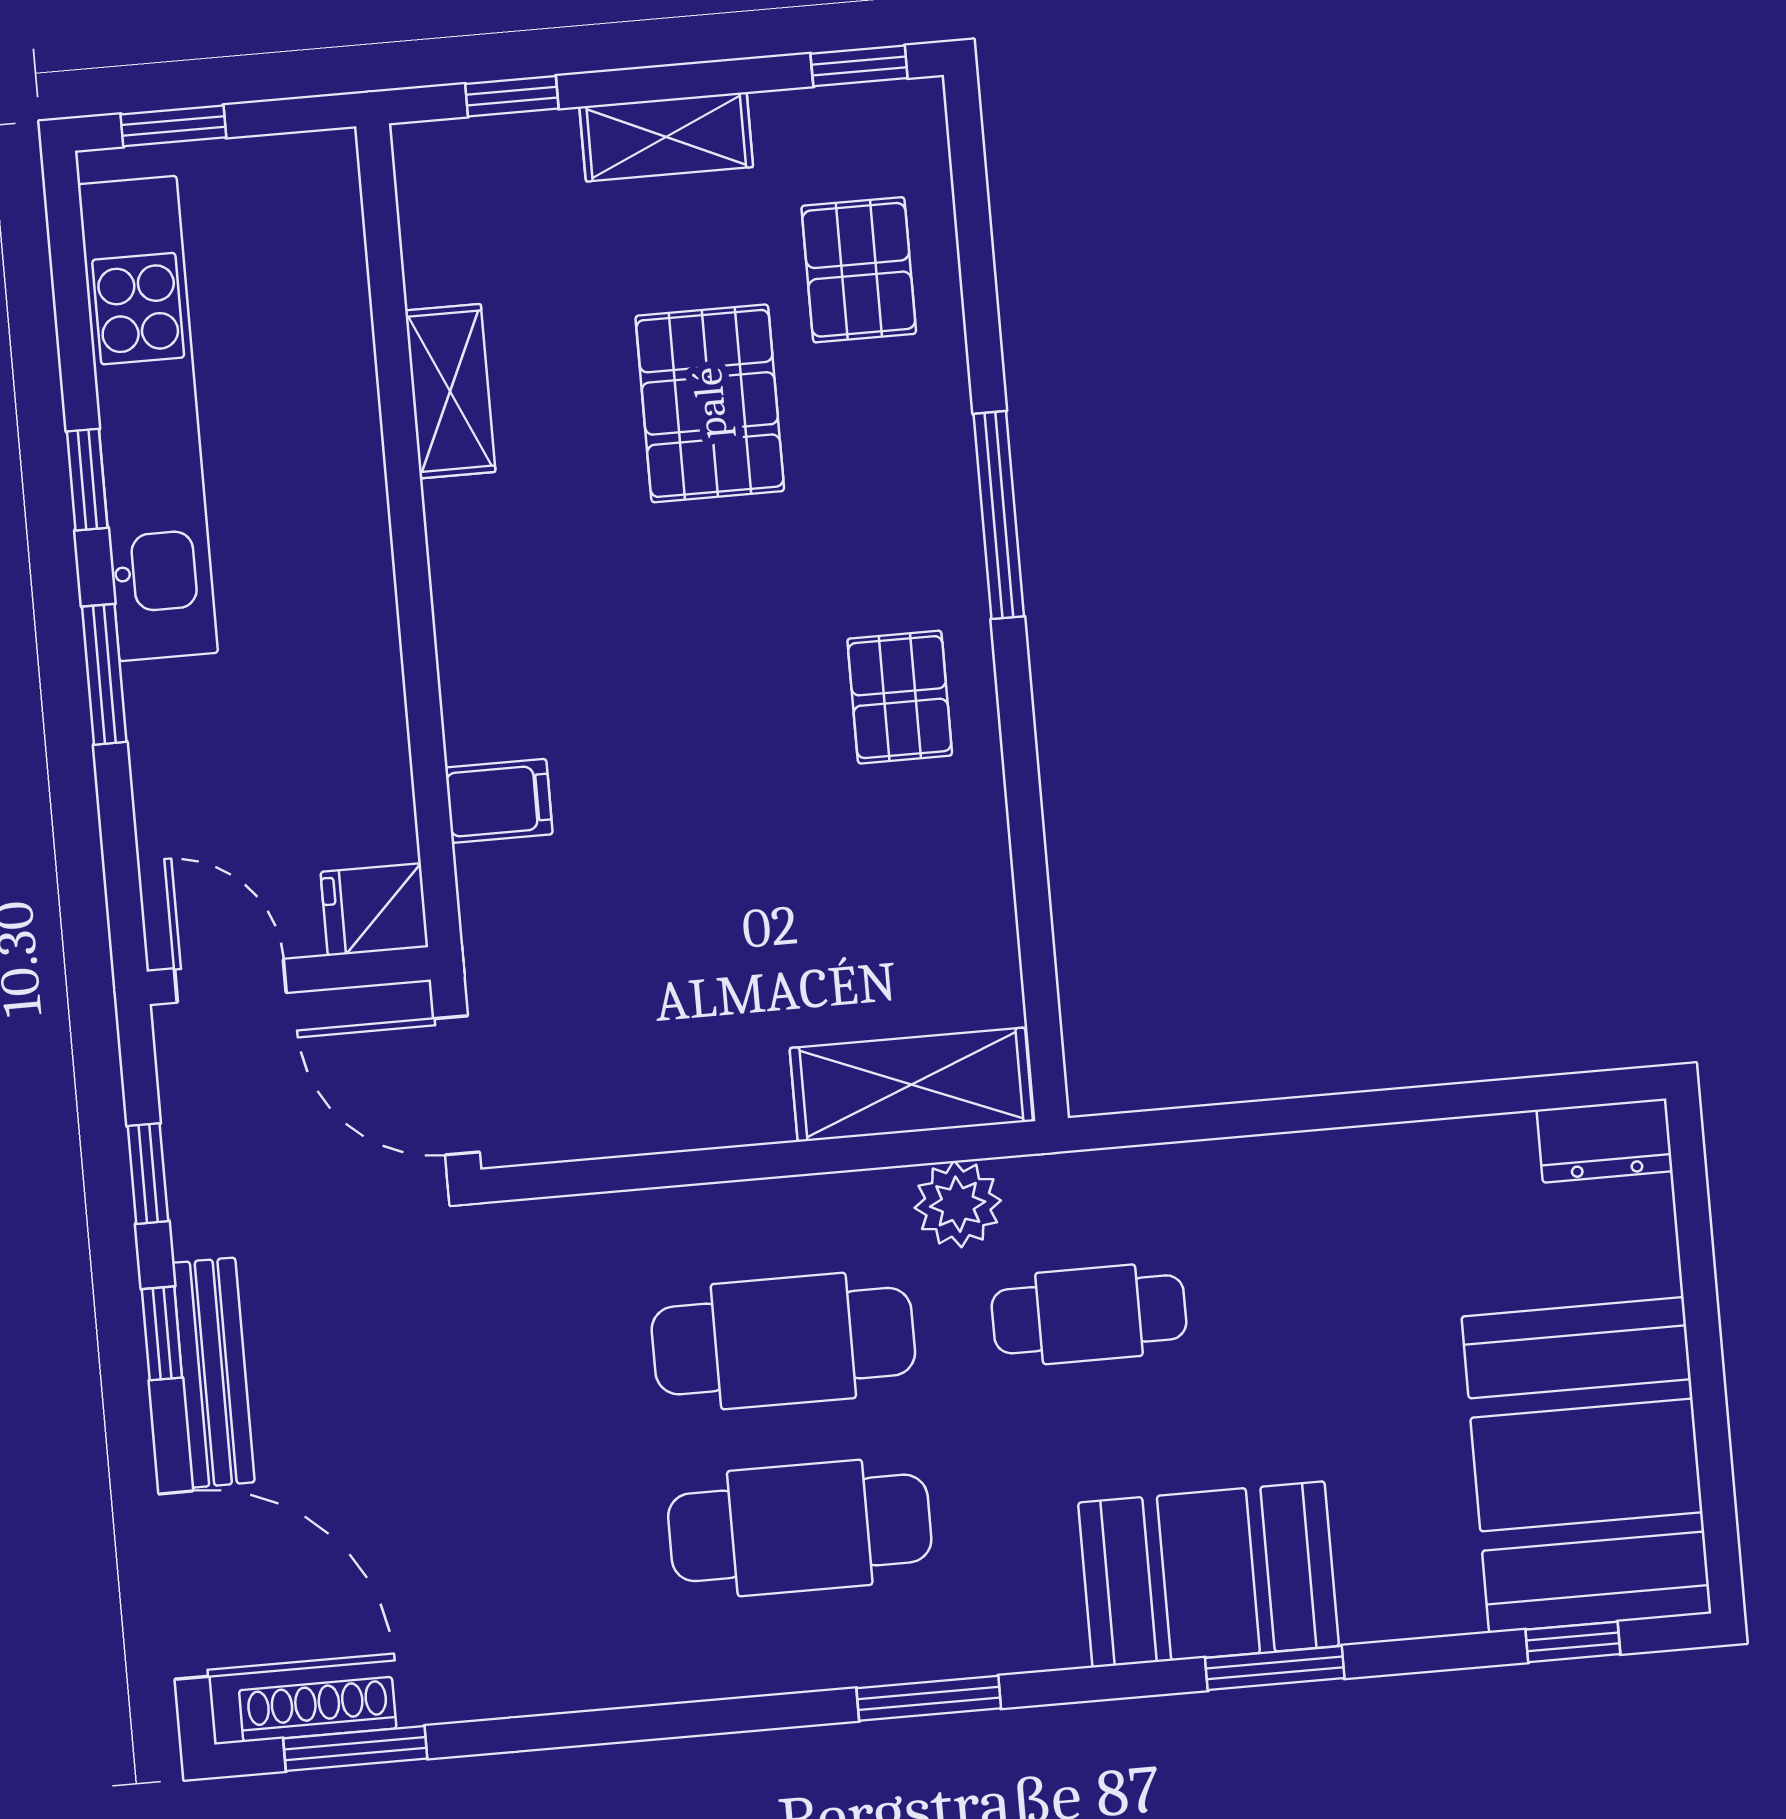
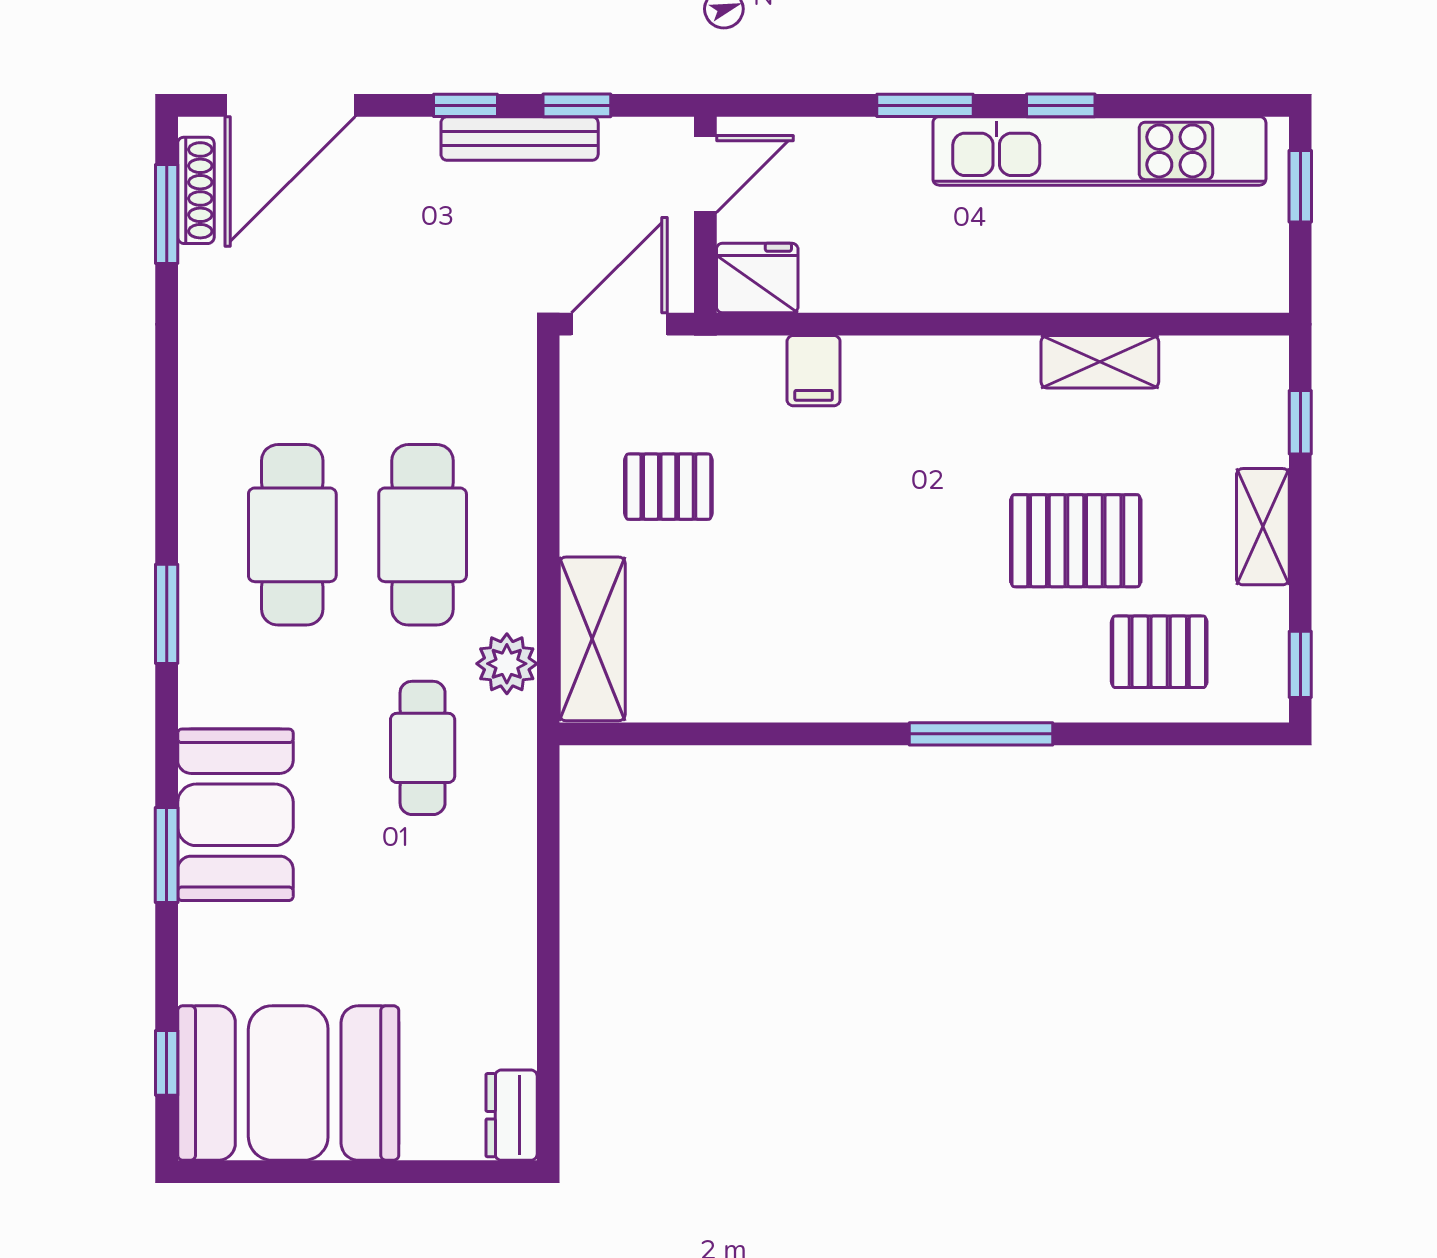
pallet: (900, 697) -> (668, 487), moved
fridge: (374, 909) -> (757, 278), width x1.38
bench: (213, 1373) -> (520, 139), moved

